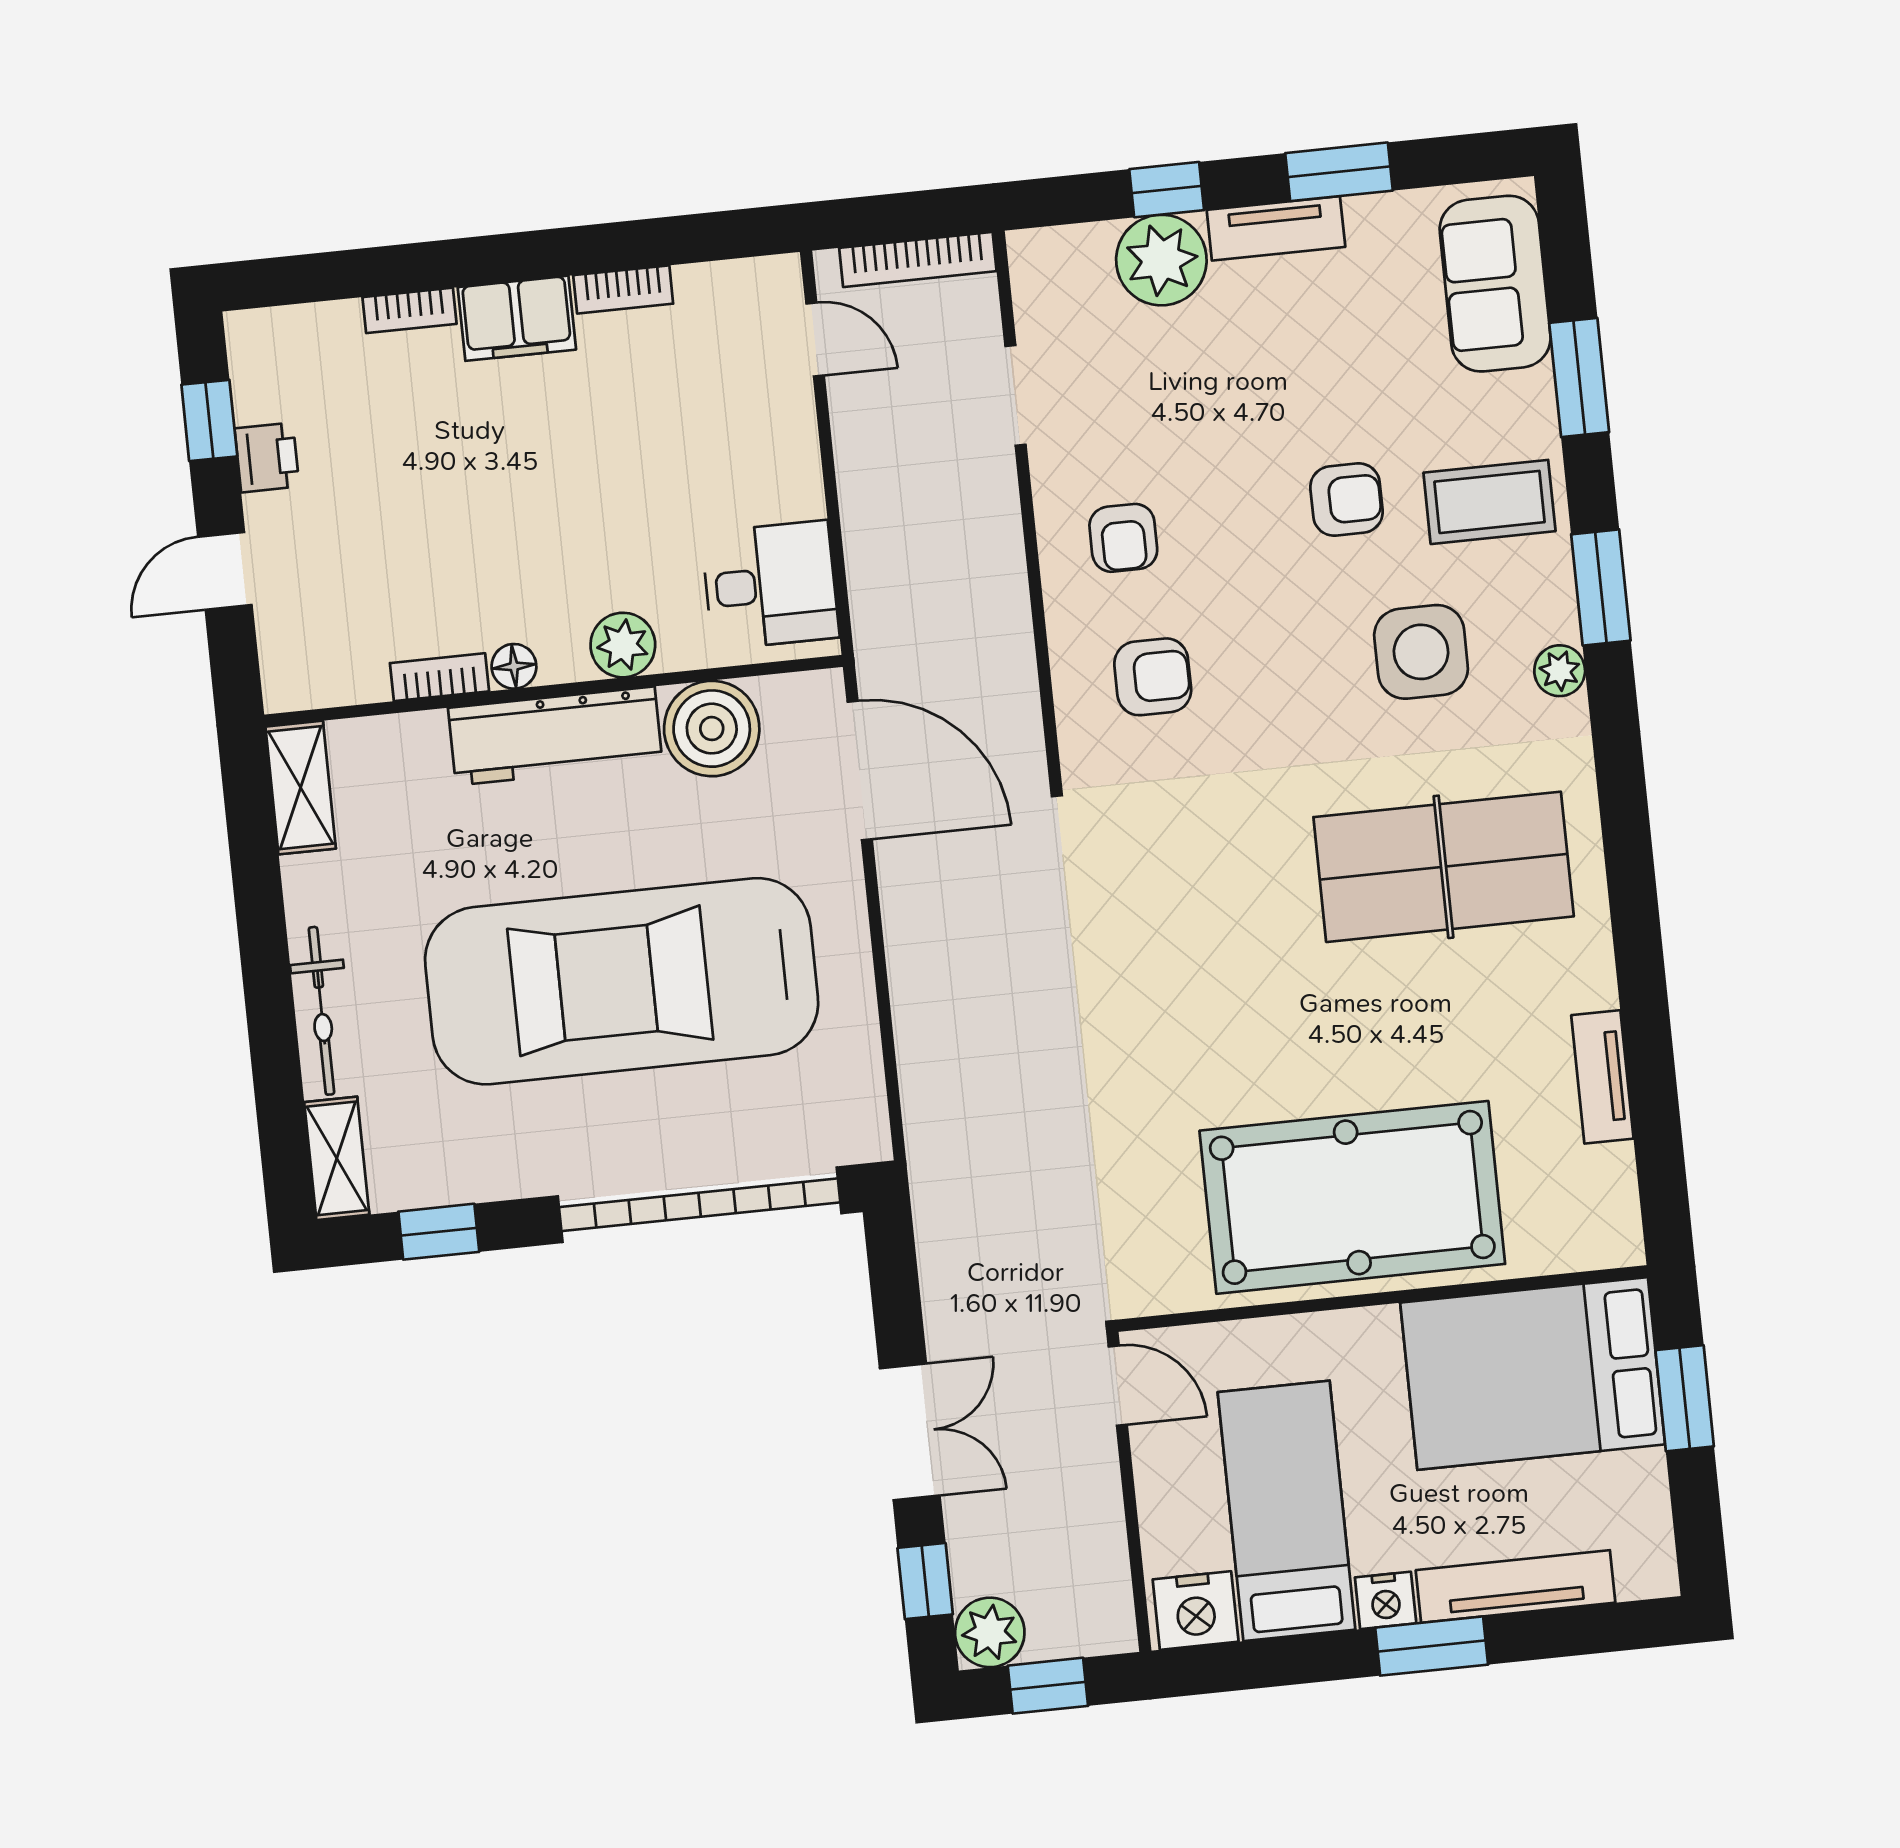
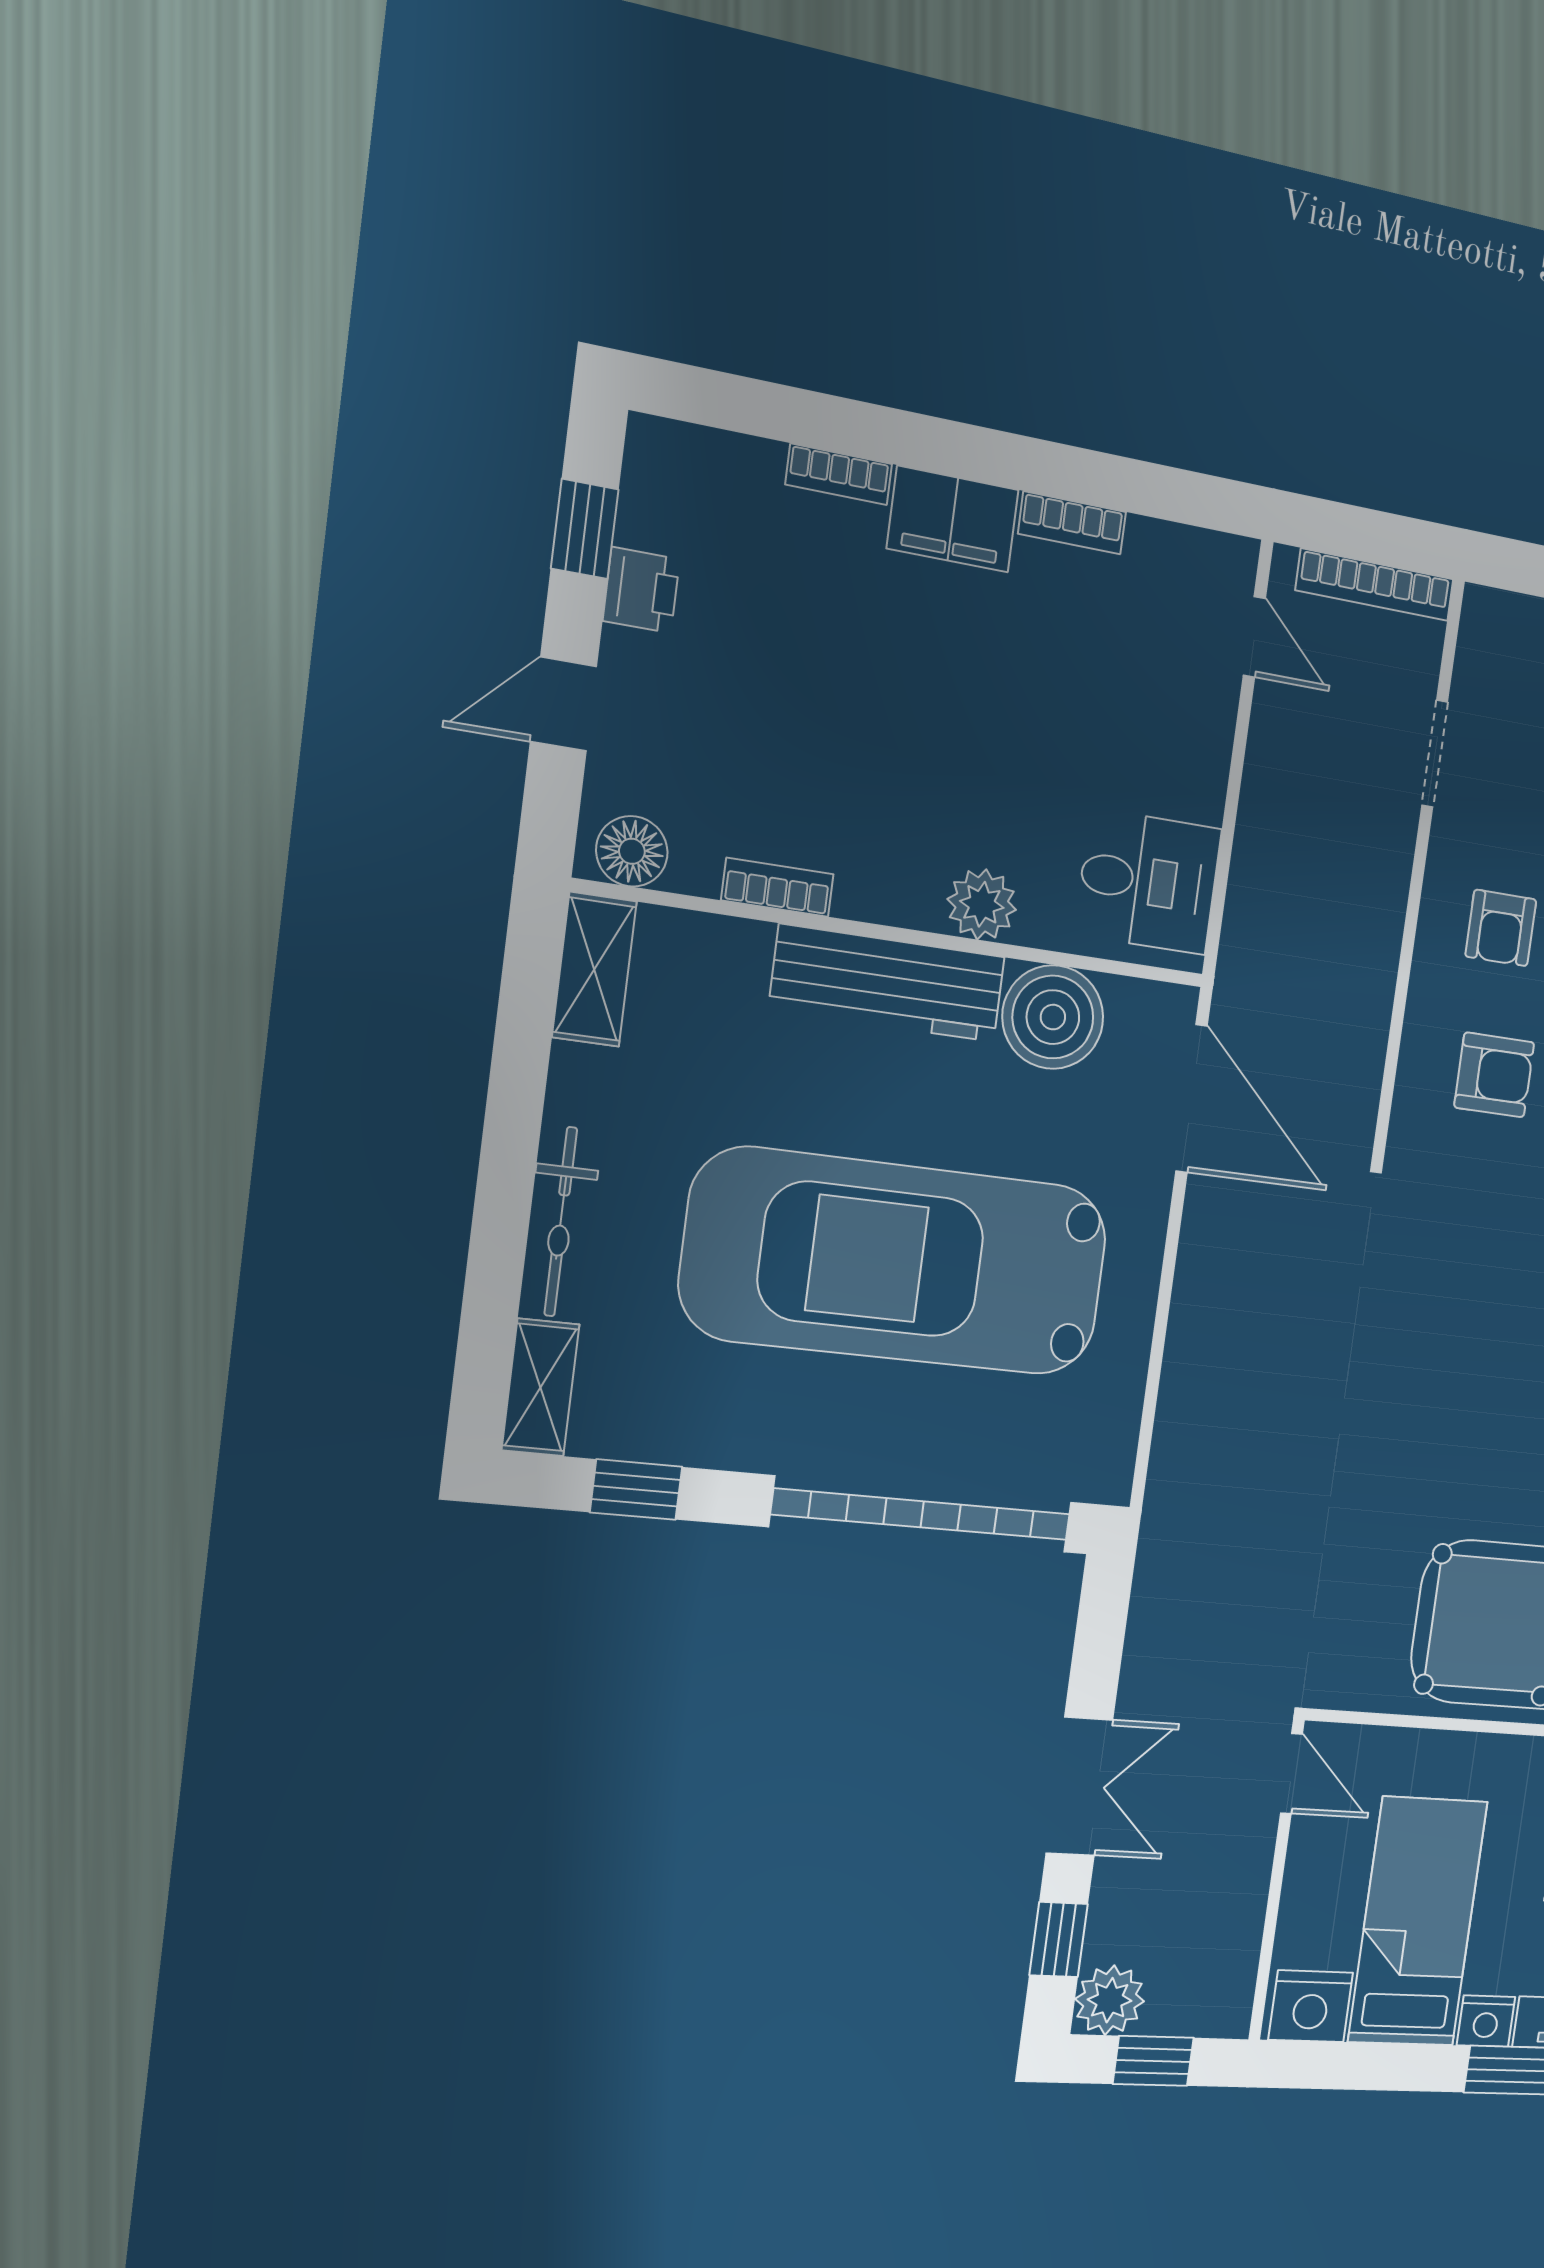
floor lamp: (514, 666) -> (632, 851), moved, width x1.37, depth x1.37

